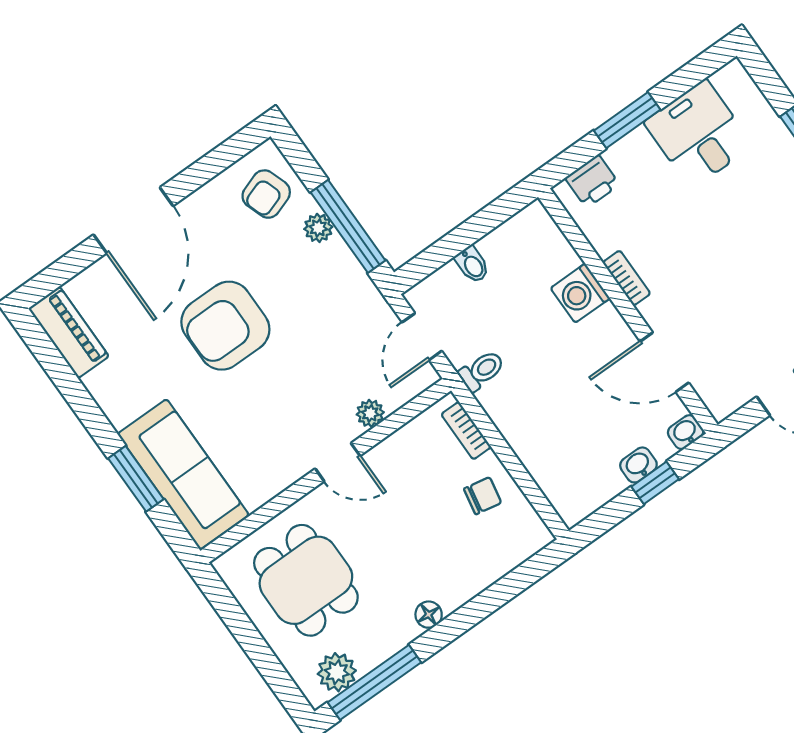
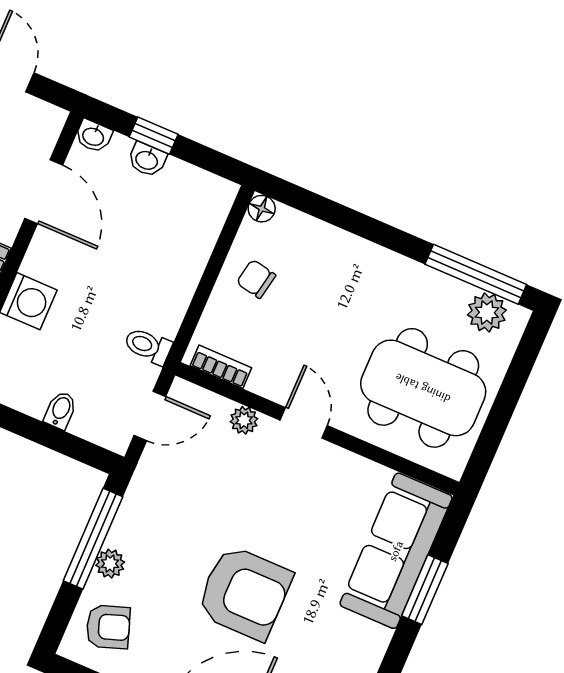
bookcase: (466, 431) -> (221, 367), moved, turned -90
dining table: (306, 580) -> (423, 388), width x1.37
floor lamp: (429, 615) -> (262, 209), moved

